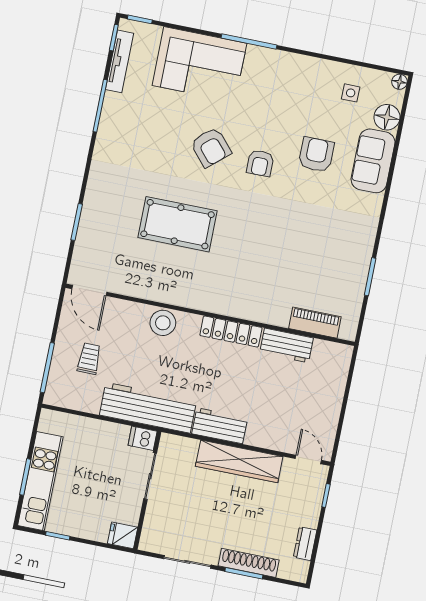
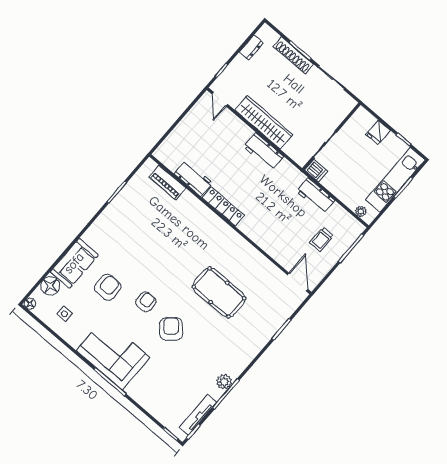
corner sofa: (199, 64) -> (113, 354), moved
plant: (110, 119) -> (224, 382), added
armchair: (316, 155) -> (108, 287), turned 180
stool: (163, 323) -> (263, 236), removed
workbench: (148, 408) -> (316, 196), width x0.53, depth x0.76
plant: (60, 419) -> (361, 211), added
fridge: (123, 535) -> (378, 132), moved, turned 90

